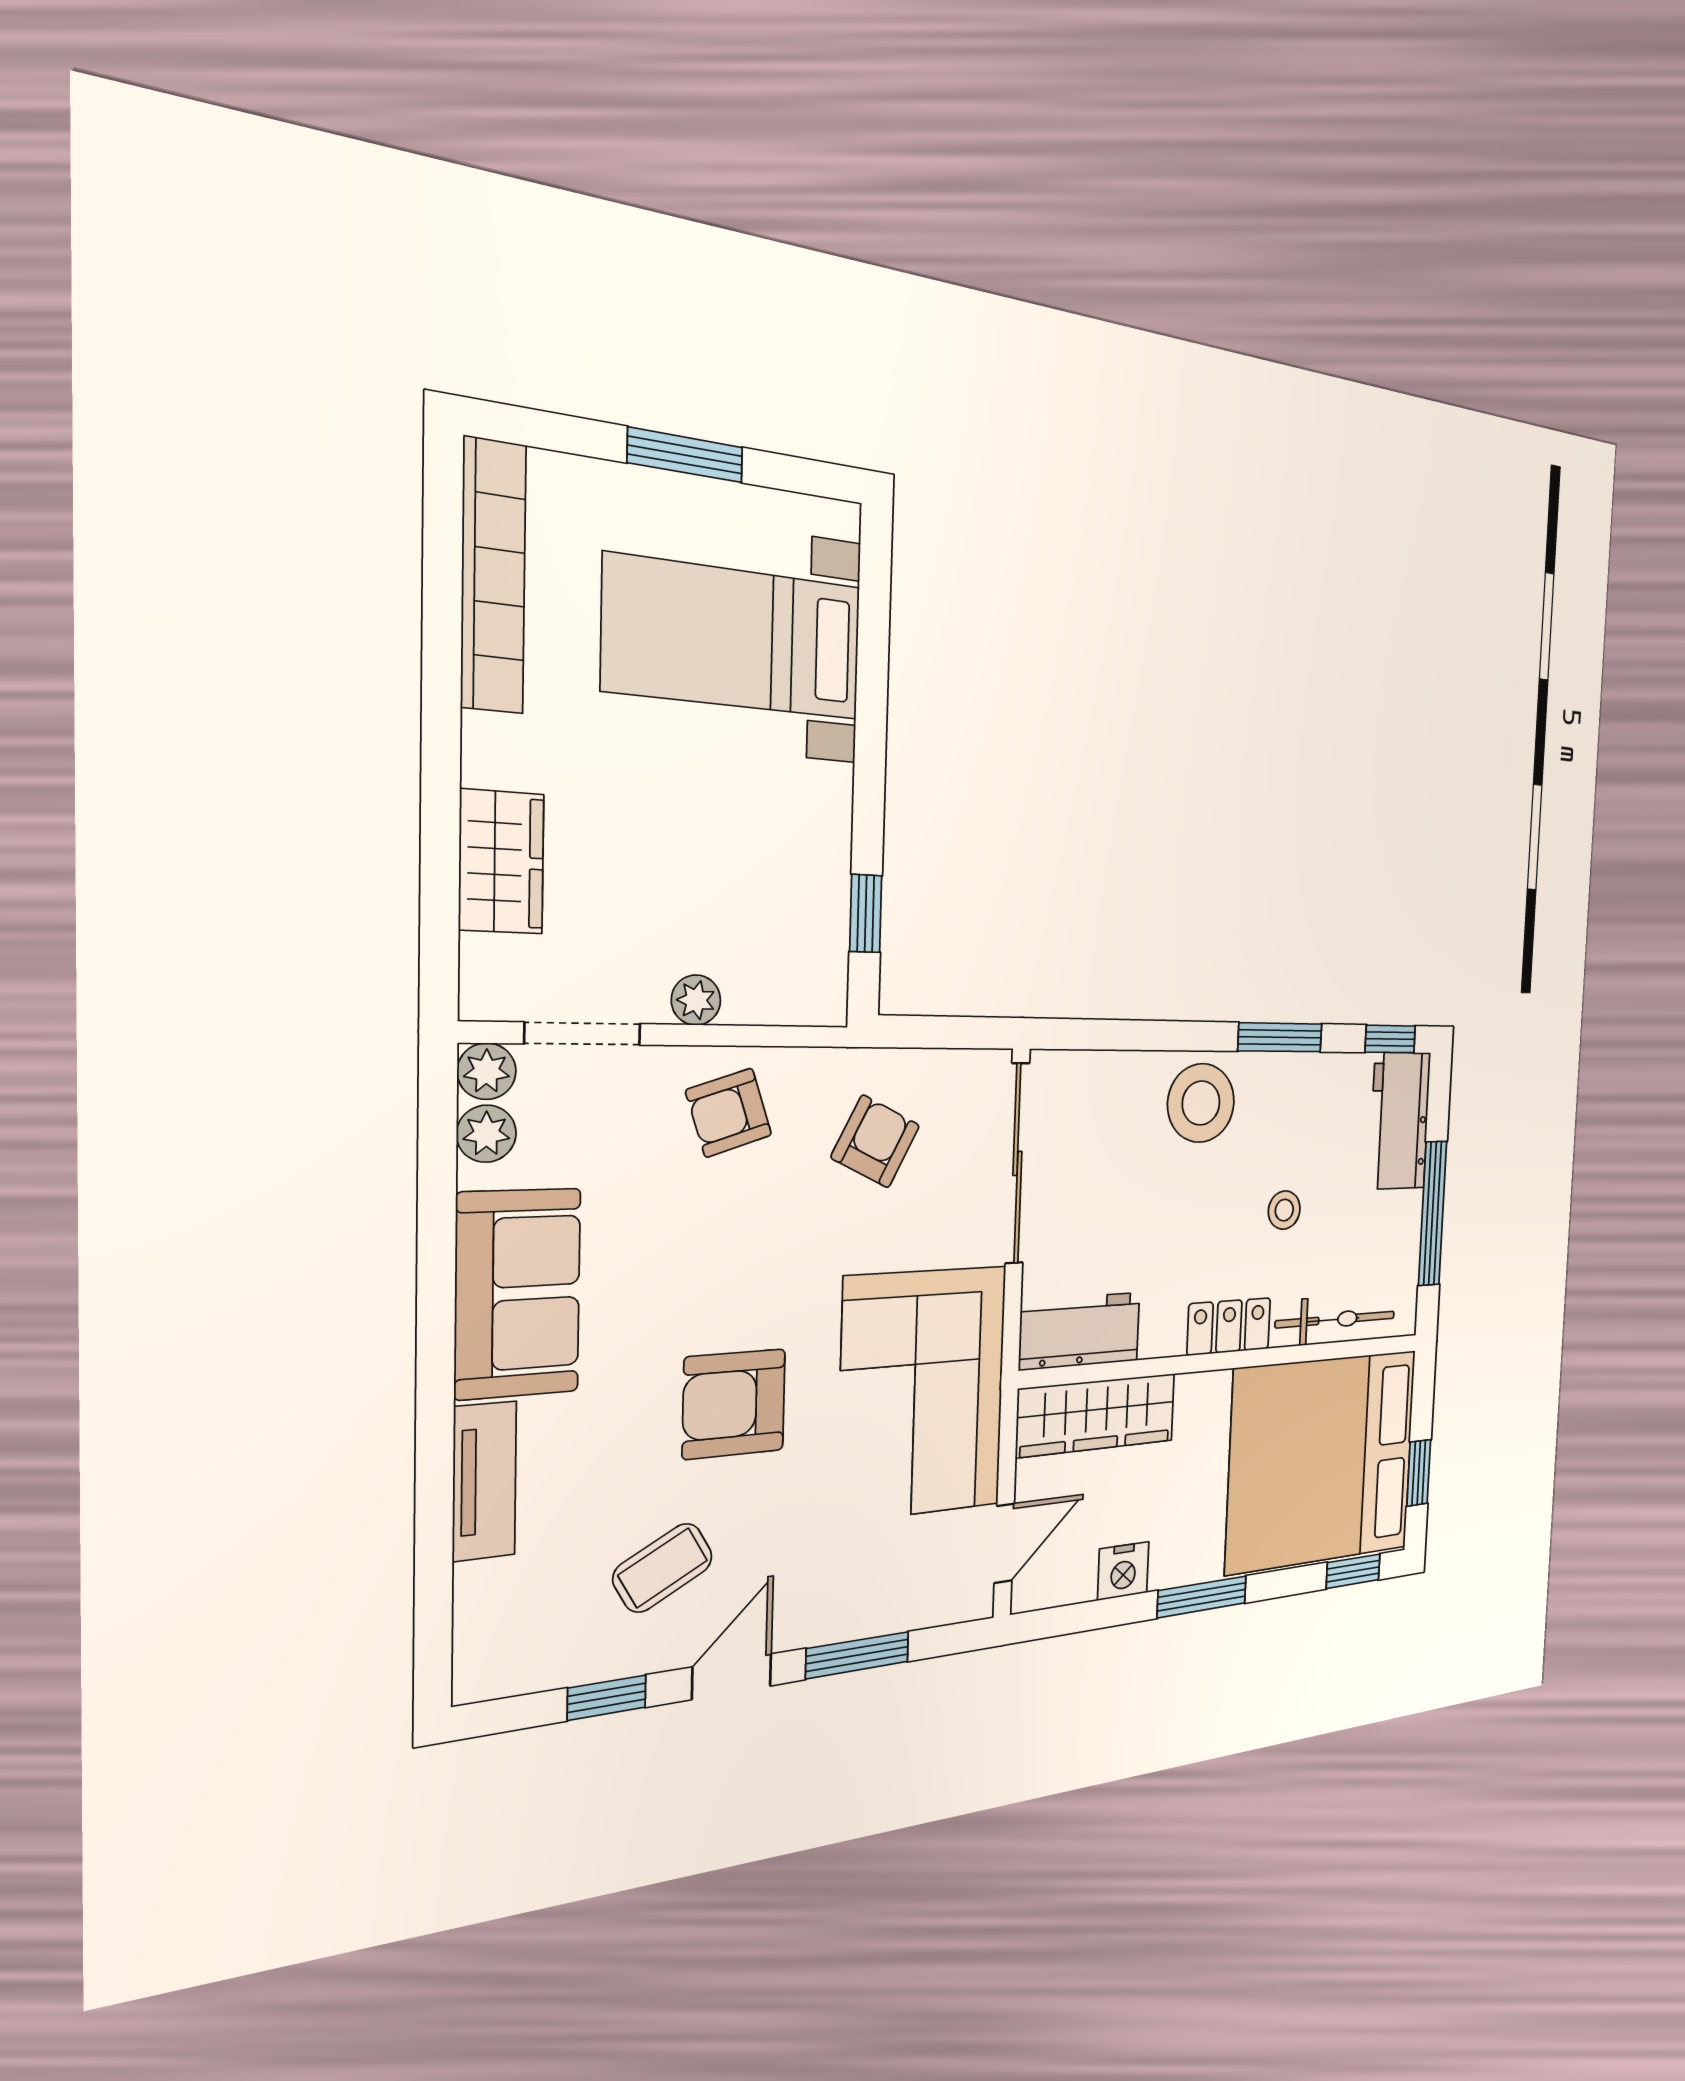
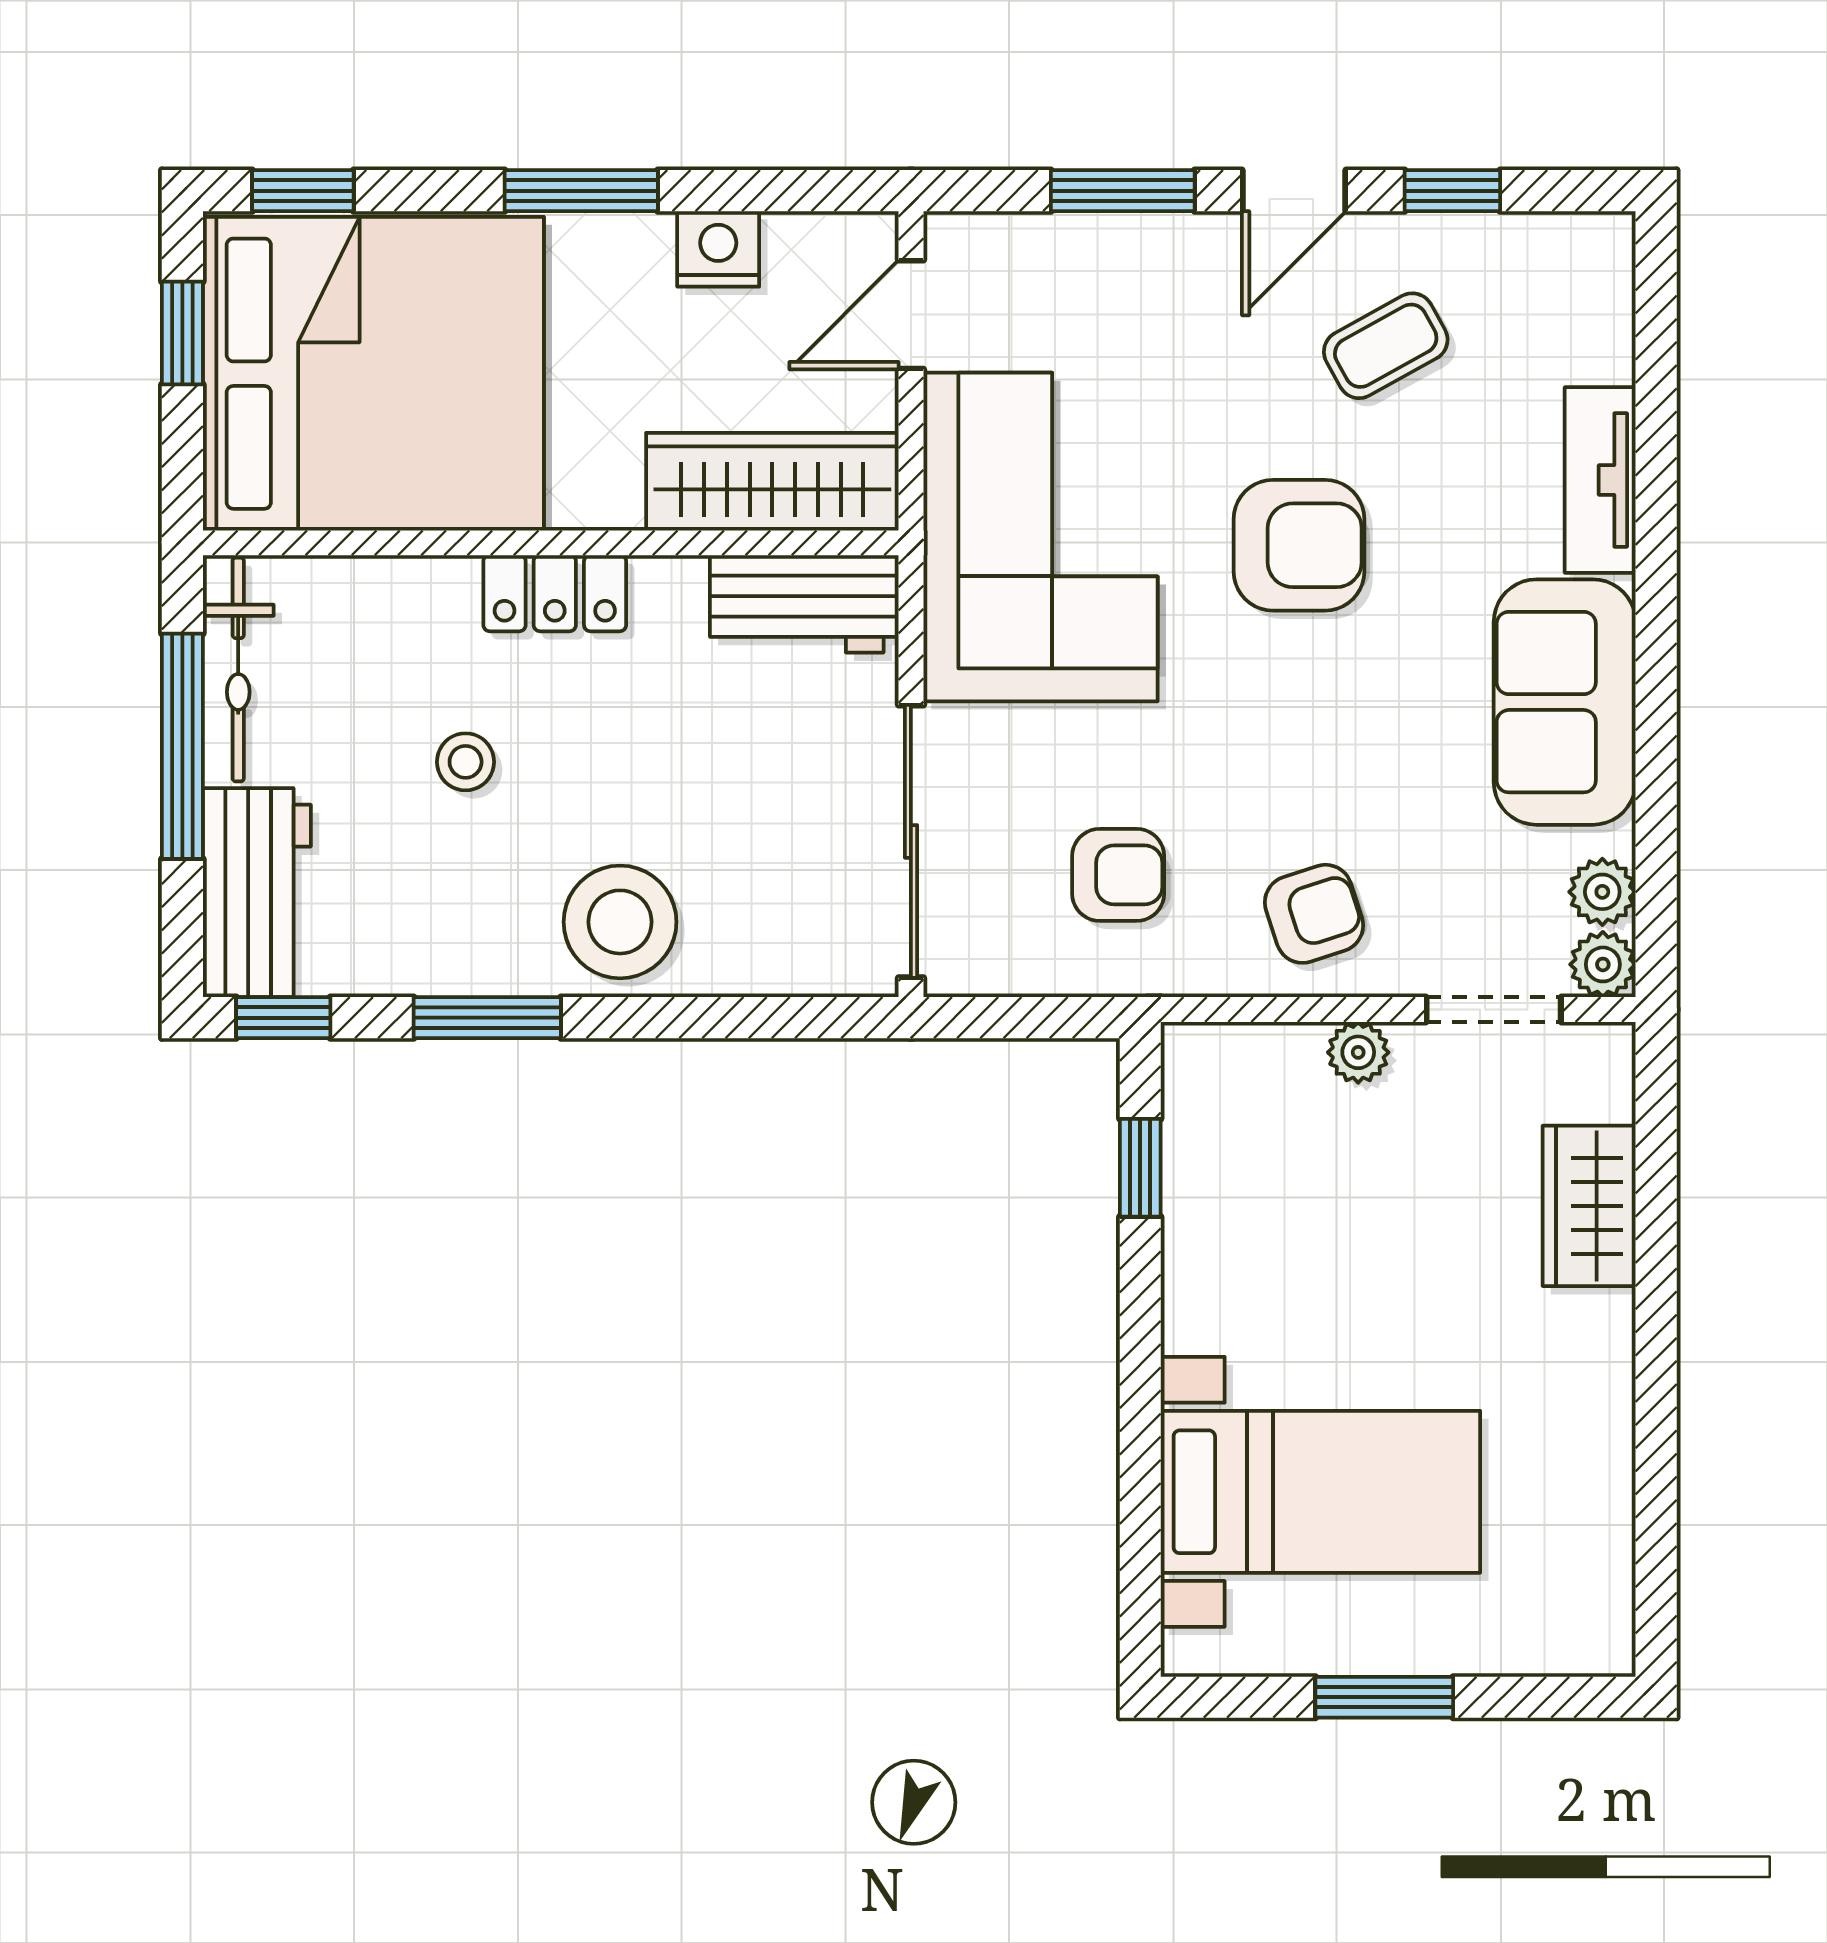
bookcase: (493, 576) -> (1602, 1527), removed
armchair: (875, 1141) -> (1118, 875), turned -117
bicycle: (1336, 1319) -> (238, 670), moved, turned -90

